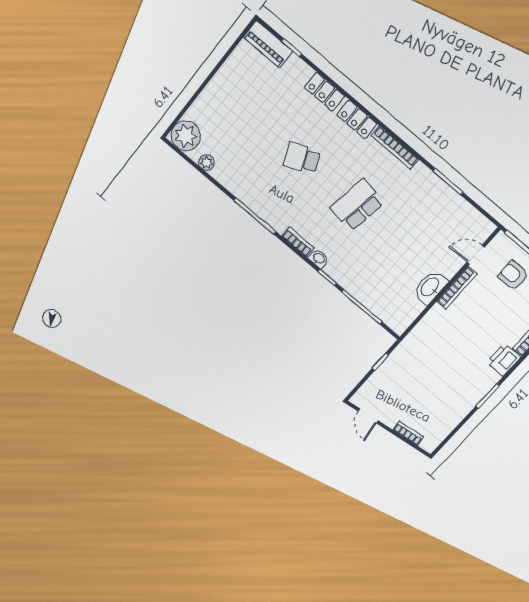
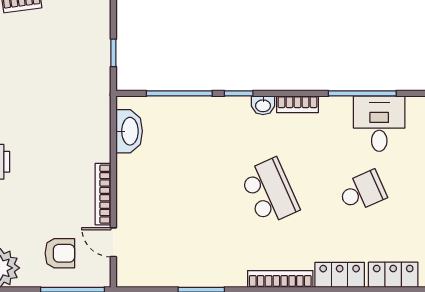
desk: (259, 190) -> (379, 124), added
school desk: (357, 205) -> (270, 192), turned -33
door: (476, 255) -> (113, 242), swing flipped
washbasin: (430, 287) -> (129, 131), moved

